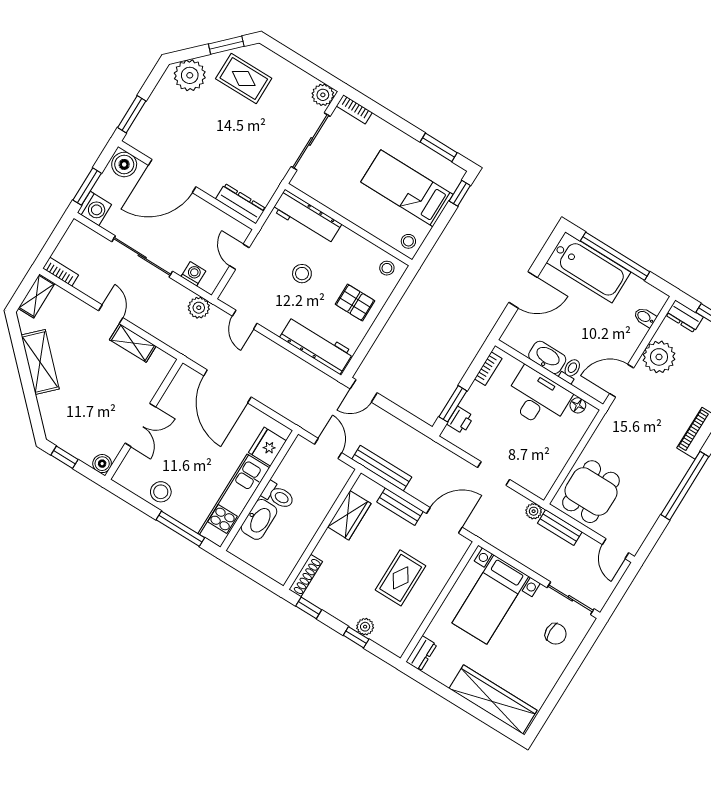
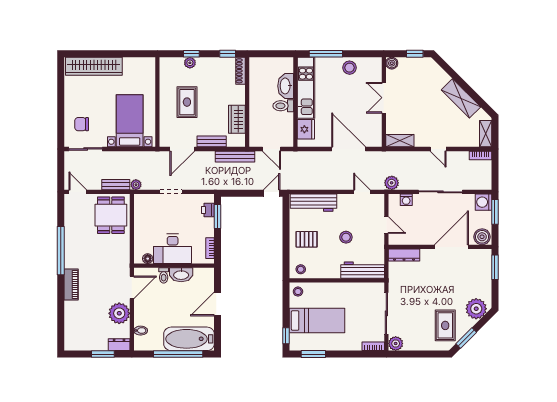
rug: (244, 79) -> (445, 325), turned 90
shelving: (133, 343) -> (400, 141), moved
dresser: (421, 653) -> (150, 67), removed

